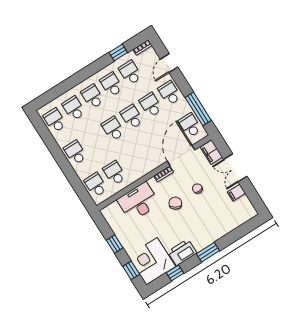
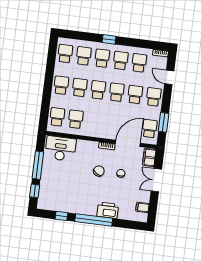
window: (118, 53) -> (109, 39), moved
door: (169, 63) -> (169, 77), hinge flipped
window: (198, 109) -> (164, 122), width x0.69
school desk: (94, 141) -> (80, 88), added
filing cabinet: (236, 193) -> (142, 207), moved
desk: (138, 202) -> (60, 149), moved
window: (115, 244) -> (38, 165), width x2.17
printer: (182, 252) -> (108, 210), moved
window: (208, 252) -> (94, 220), width x2.11
corner desk: (152, 261) -> (53, 196), removed

